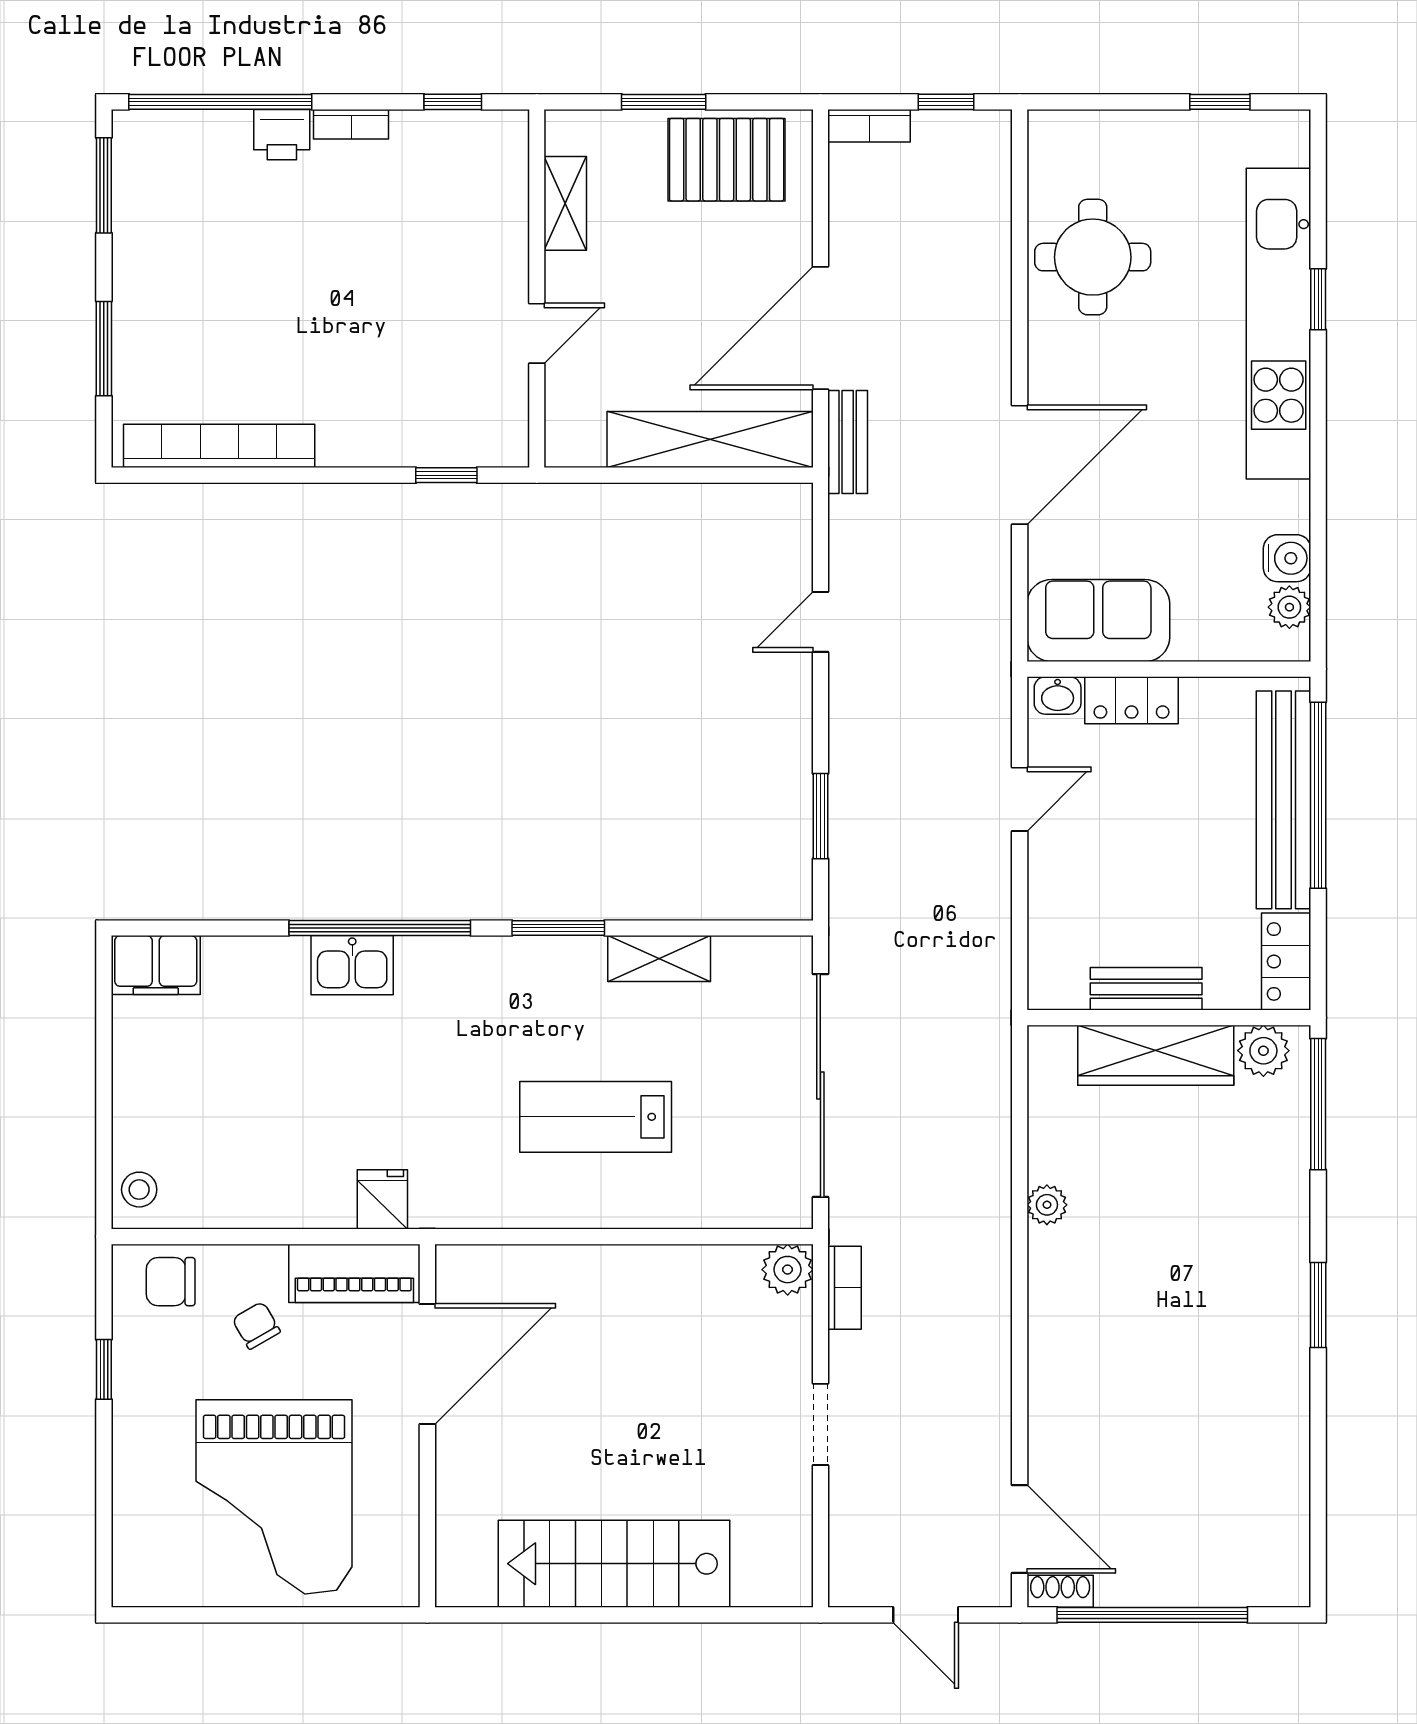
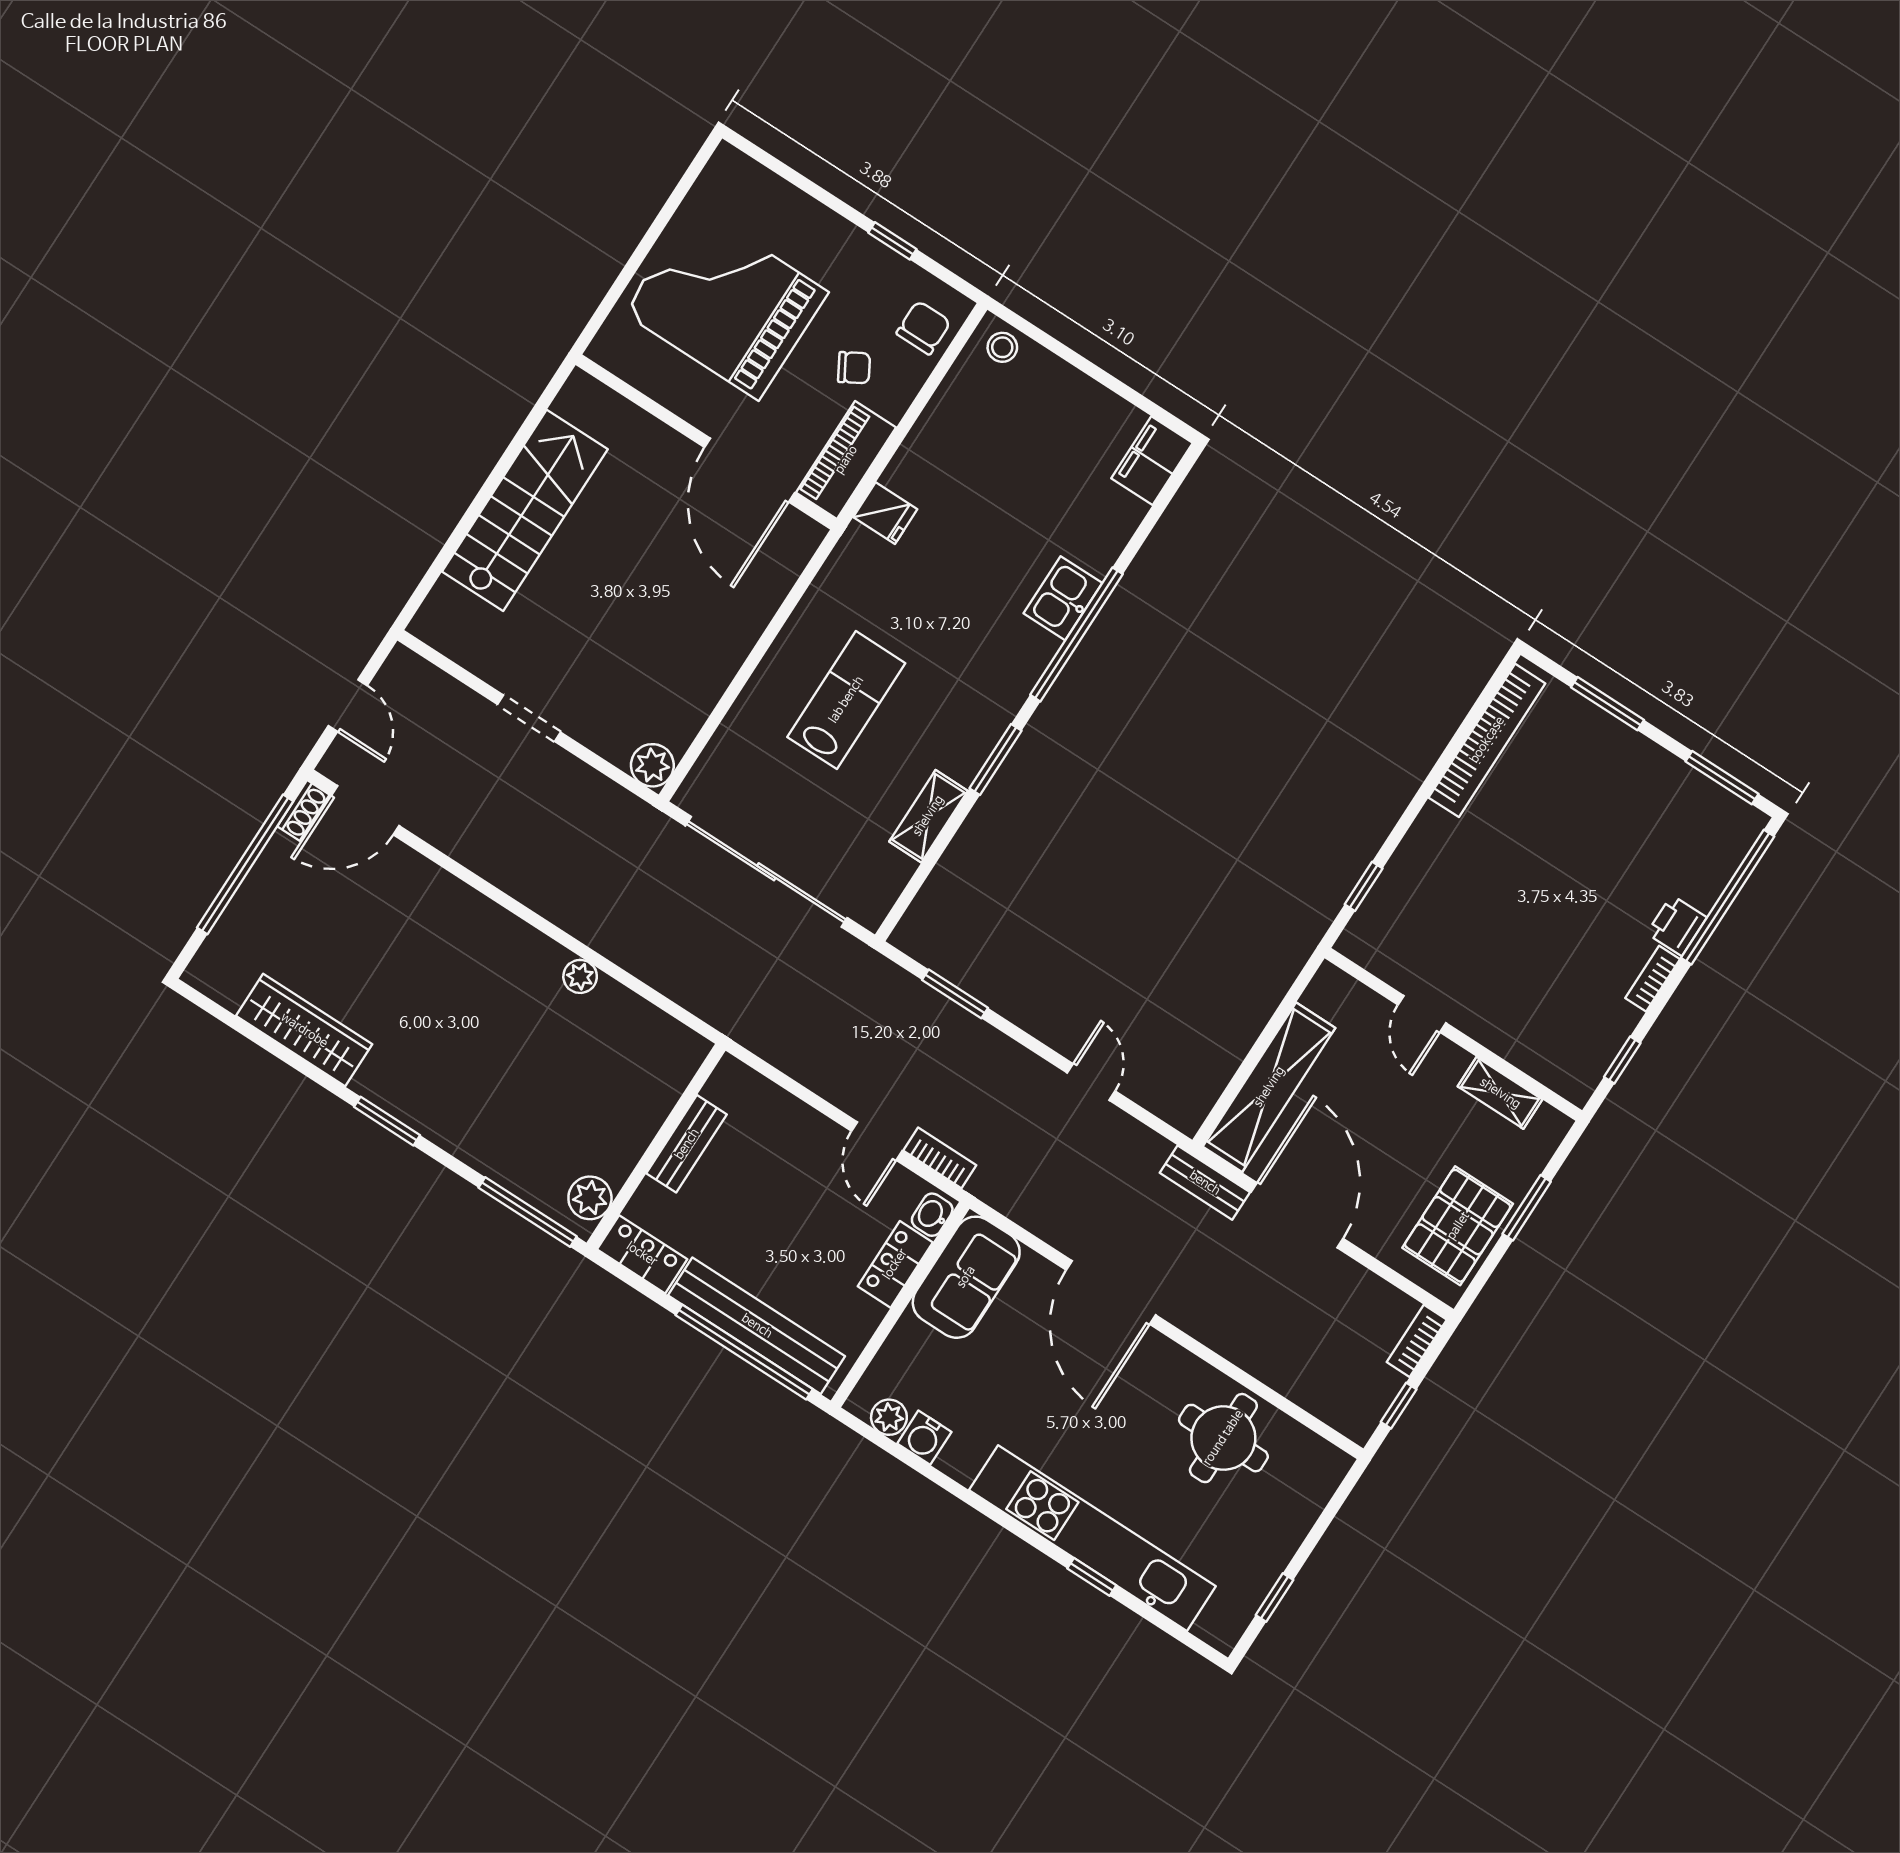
wardrobe: (1156, 1055) -> (304, 1030), moved, turned 90
bookcase: (845, 1288) -> (940, 1158), moved, turned 180
door: (926, 1615) -> (348, 706), swing flipped

